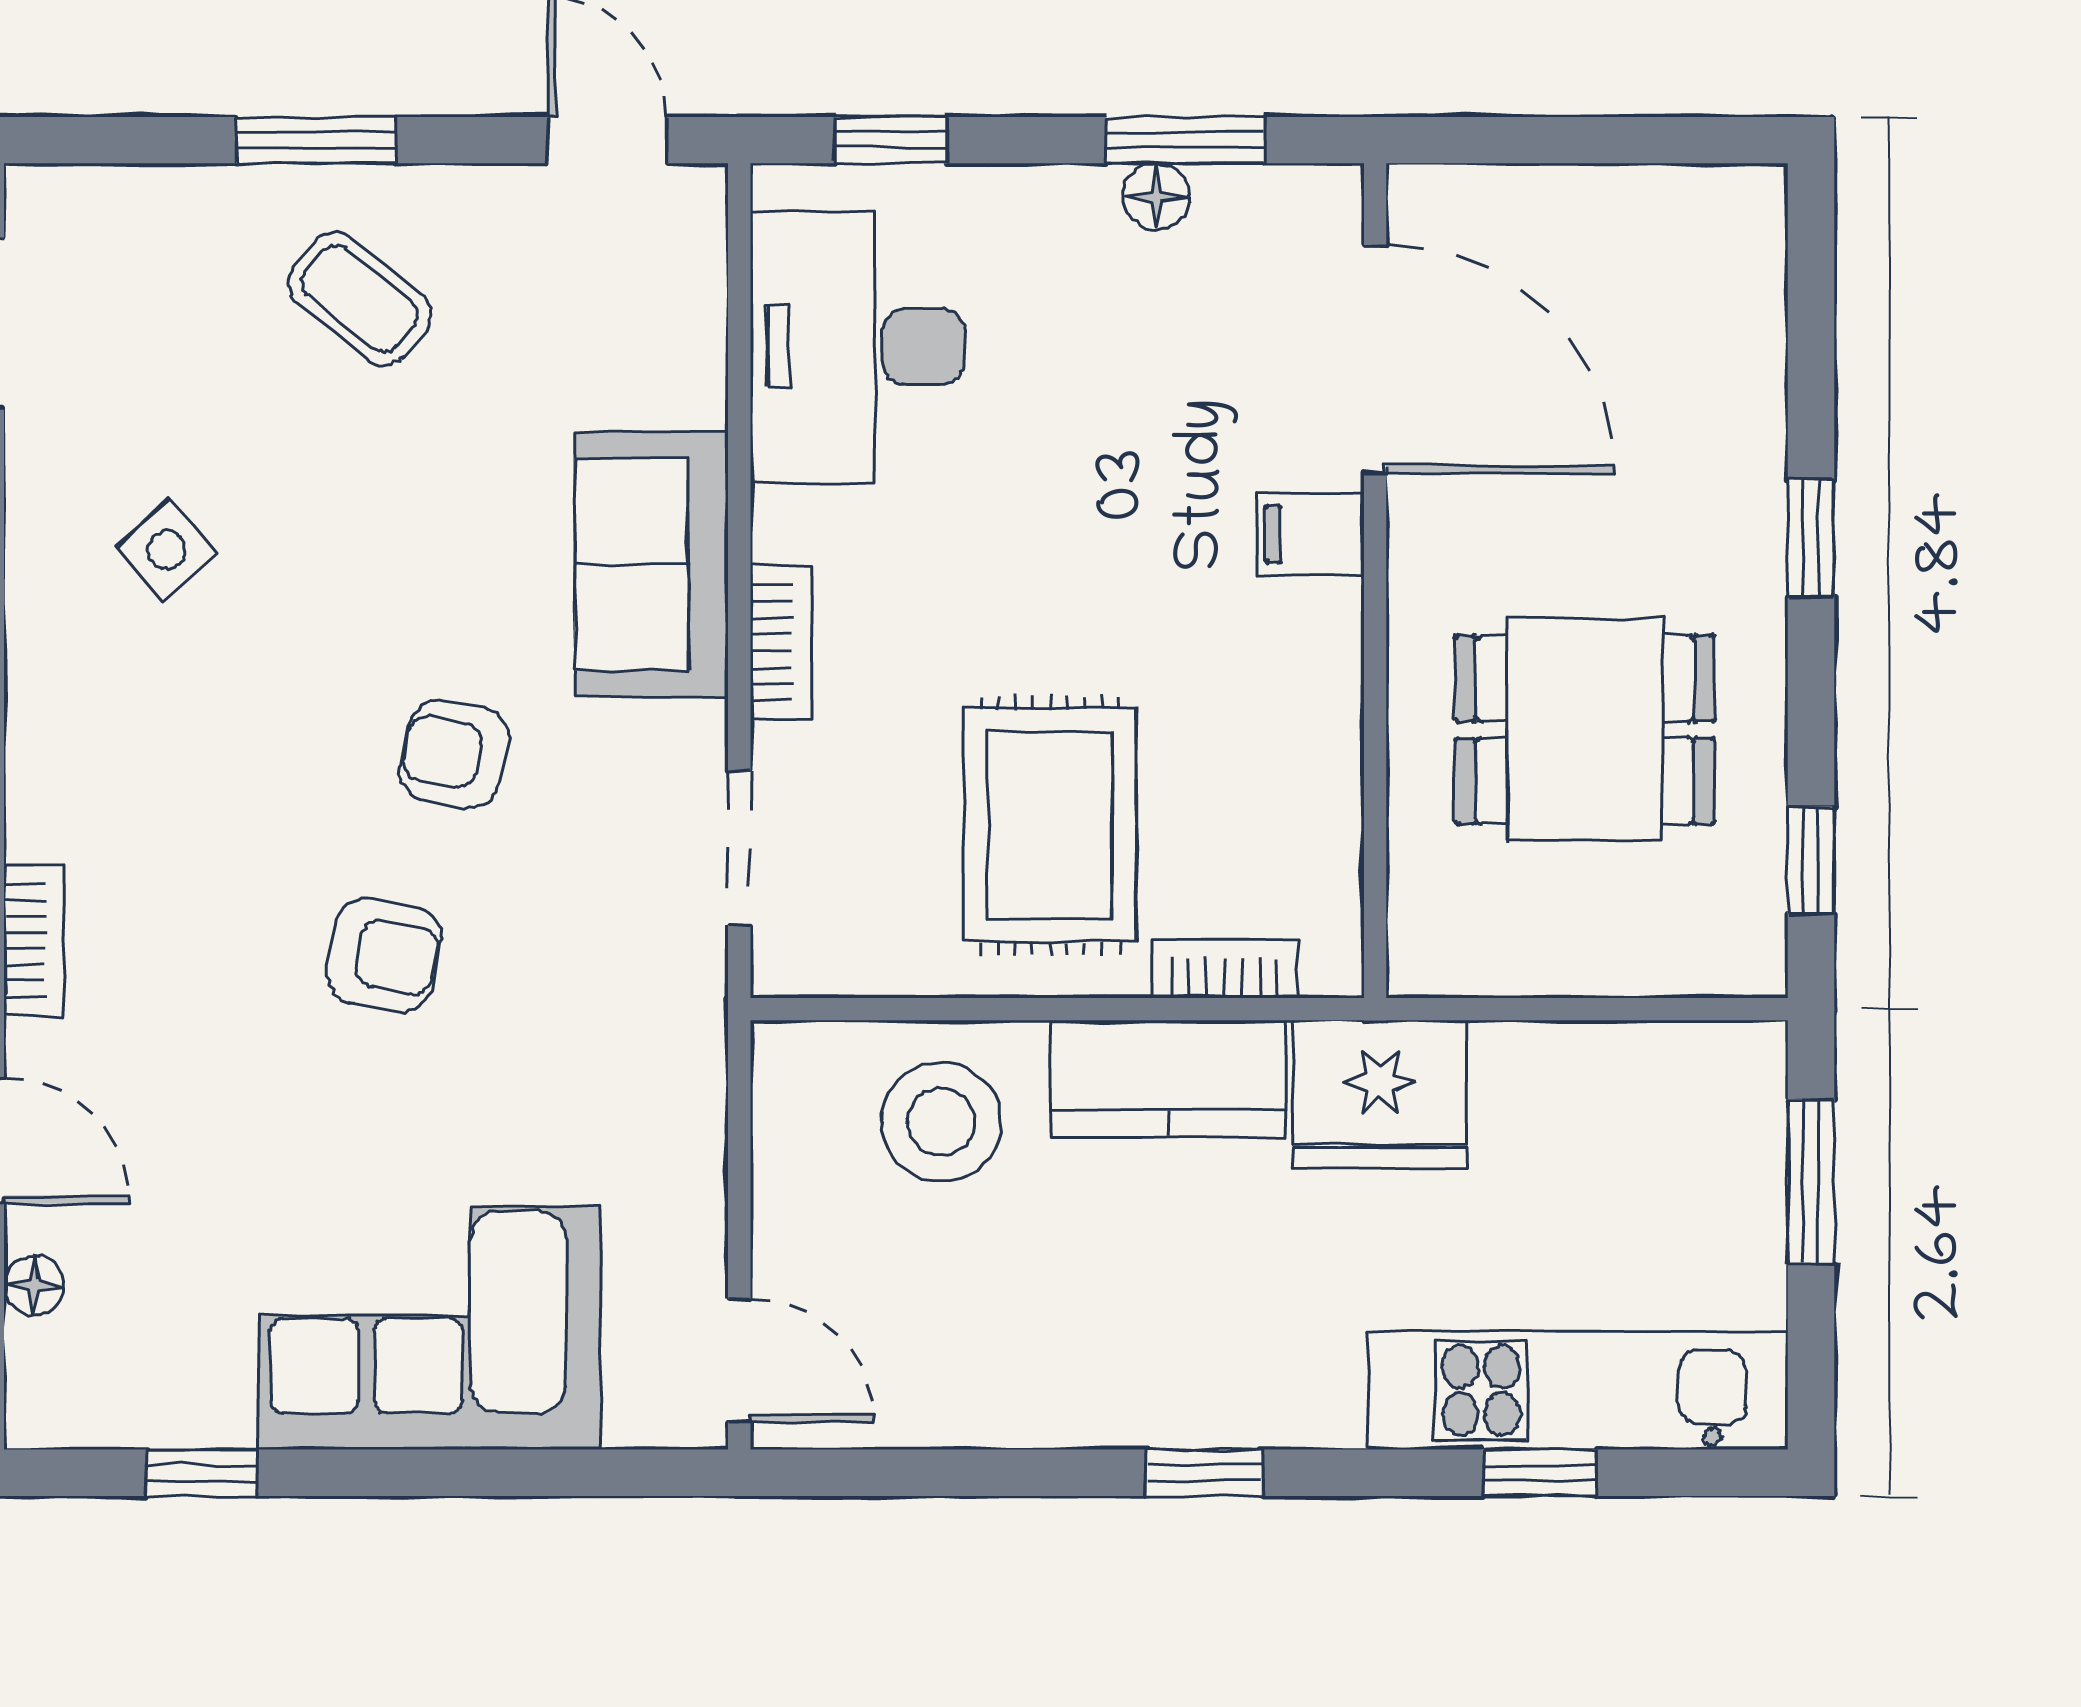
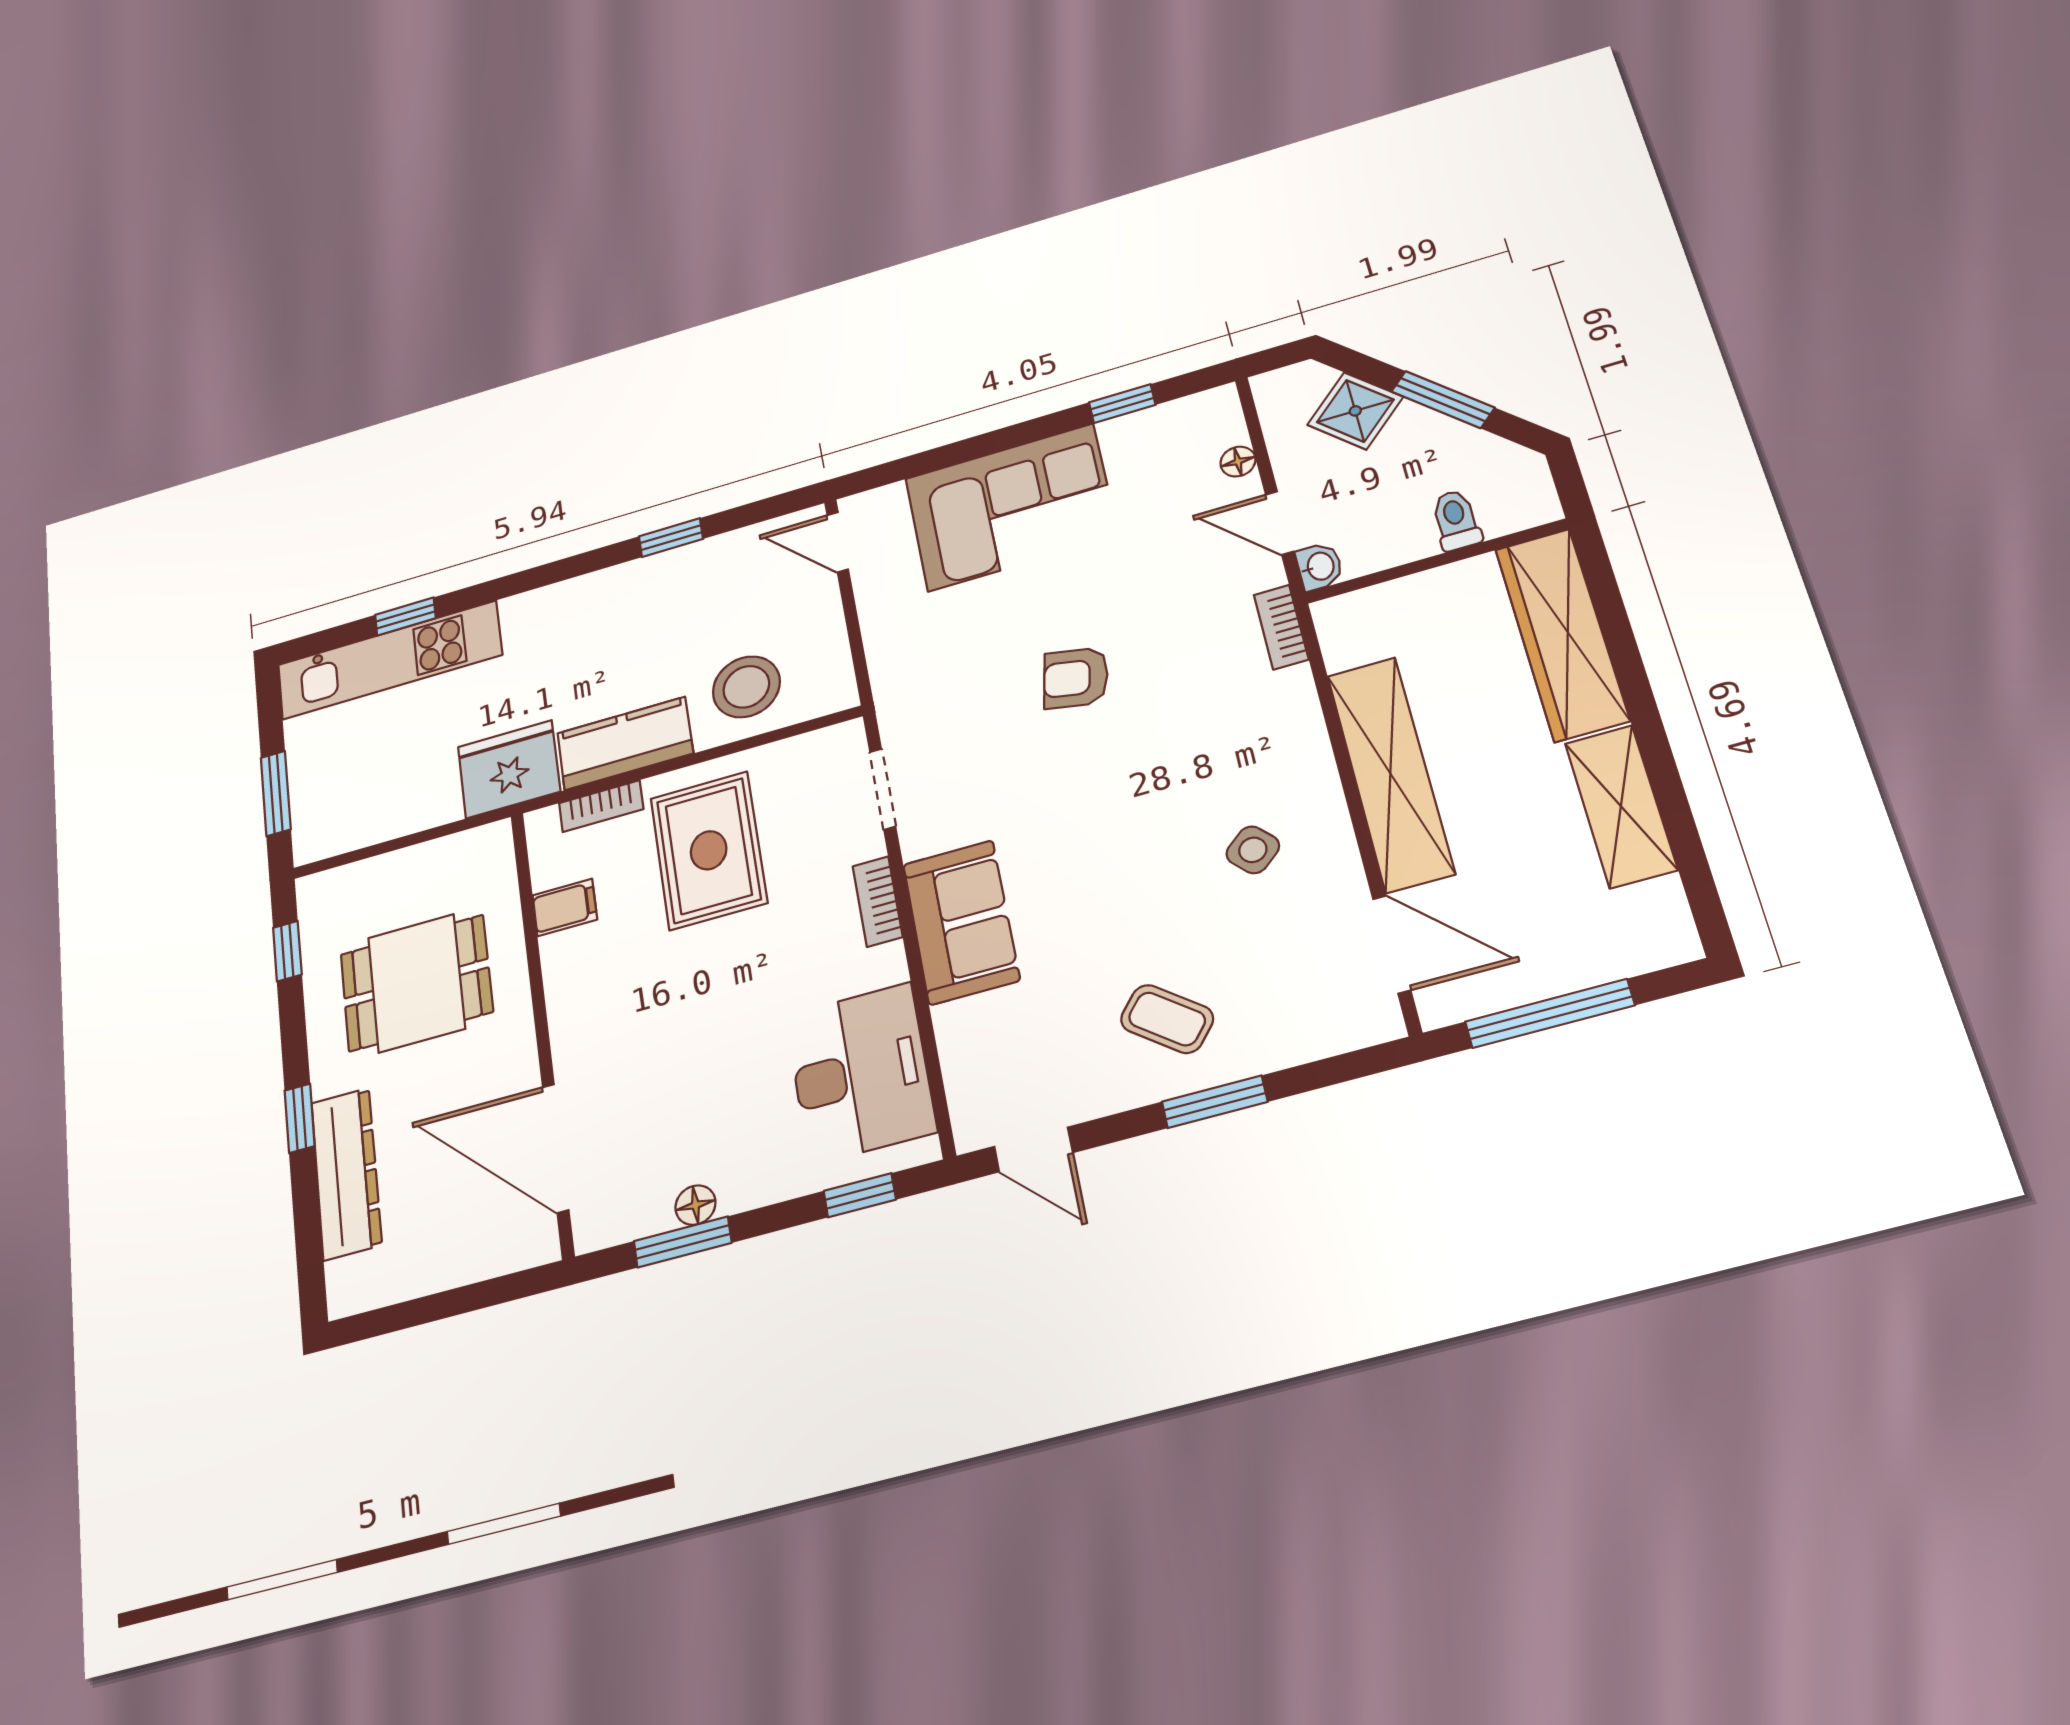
dresser: (1737, 415) -> (346, 1173), added
filing cabinet: (1310, 535) -> (565, 907), moved
armchair: (454, 754) -> (1057, 791), removed
window: (1204, 1473) -> (671, 538), moved

